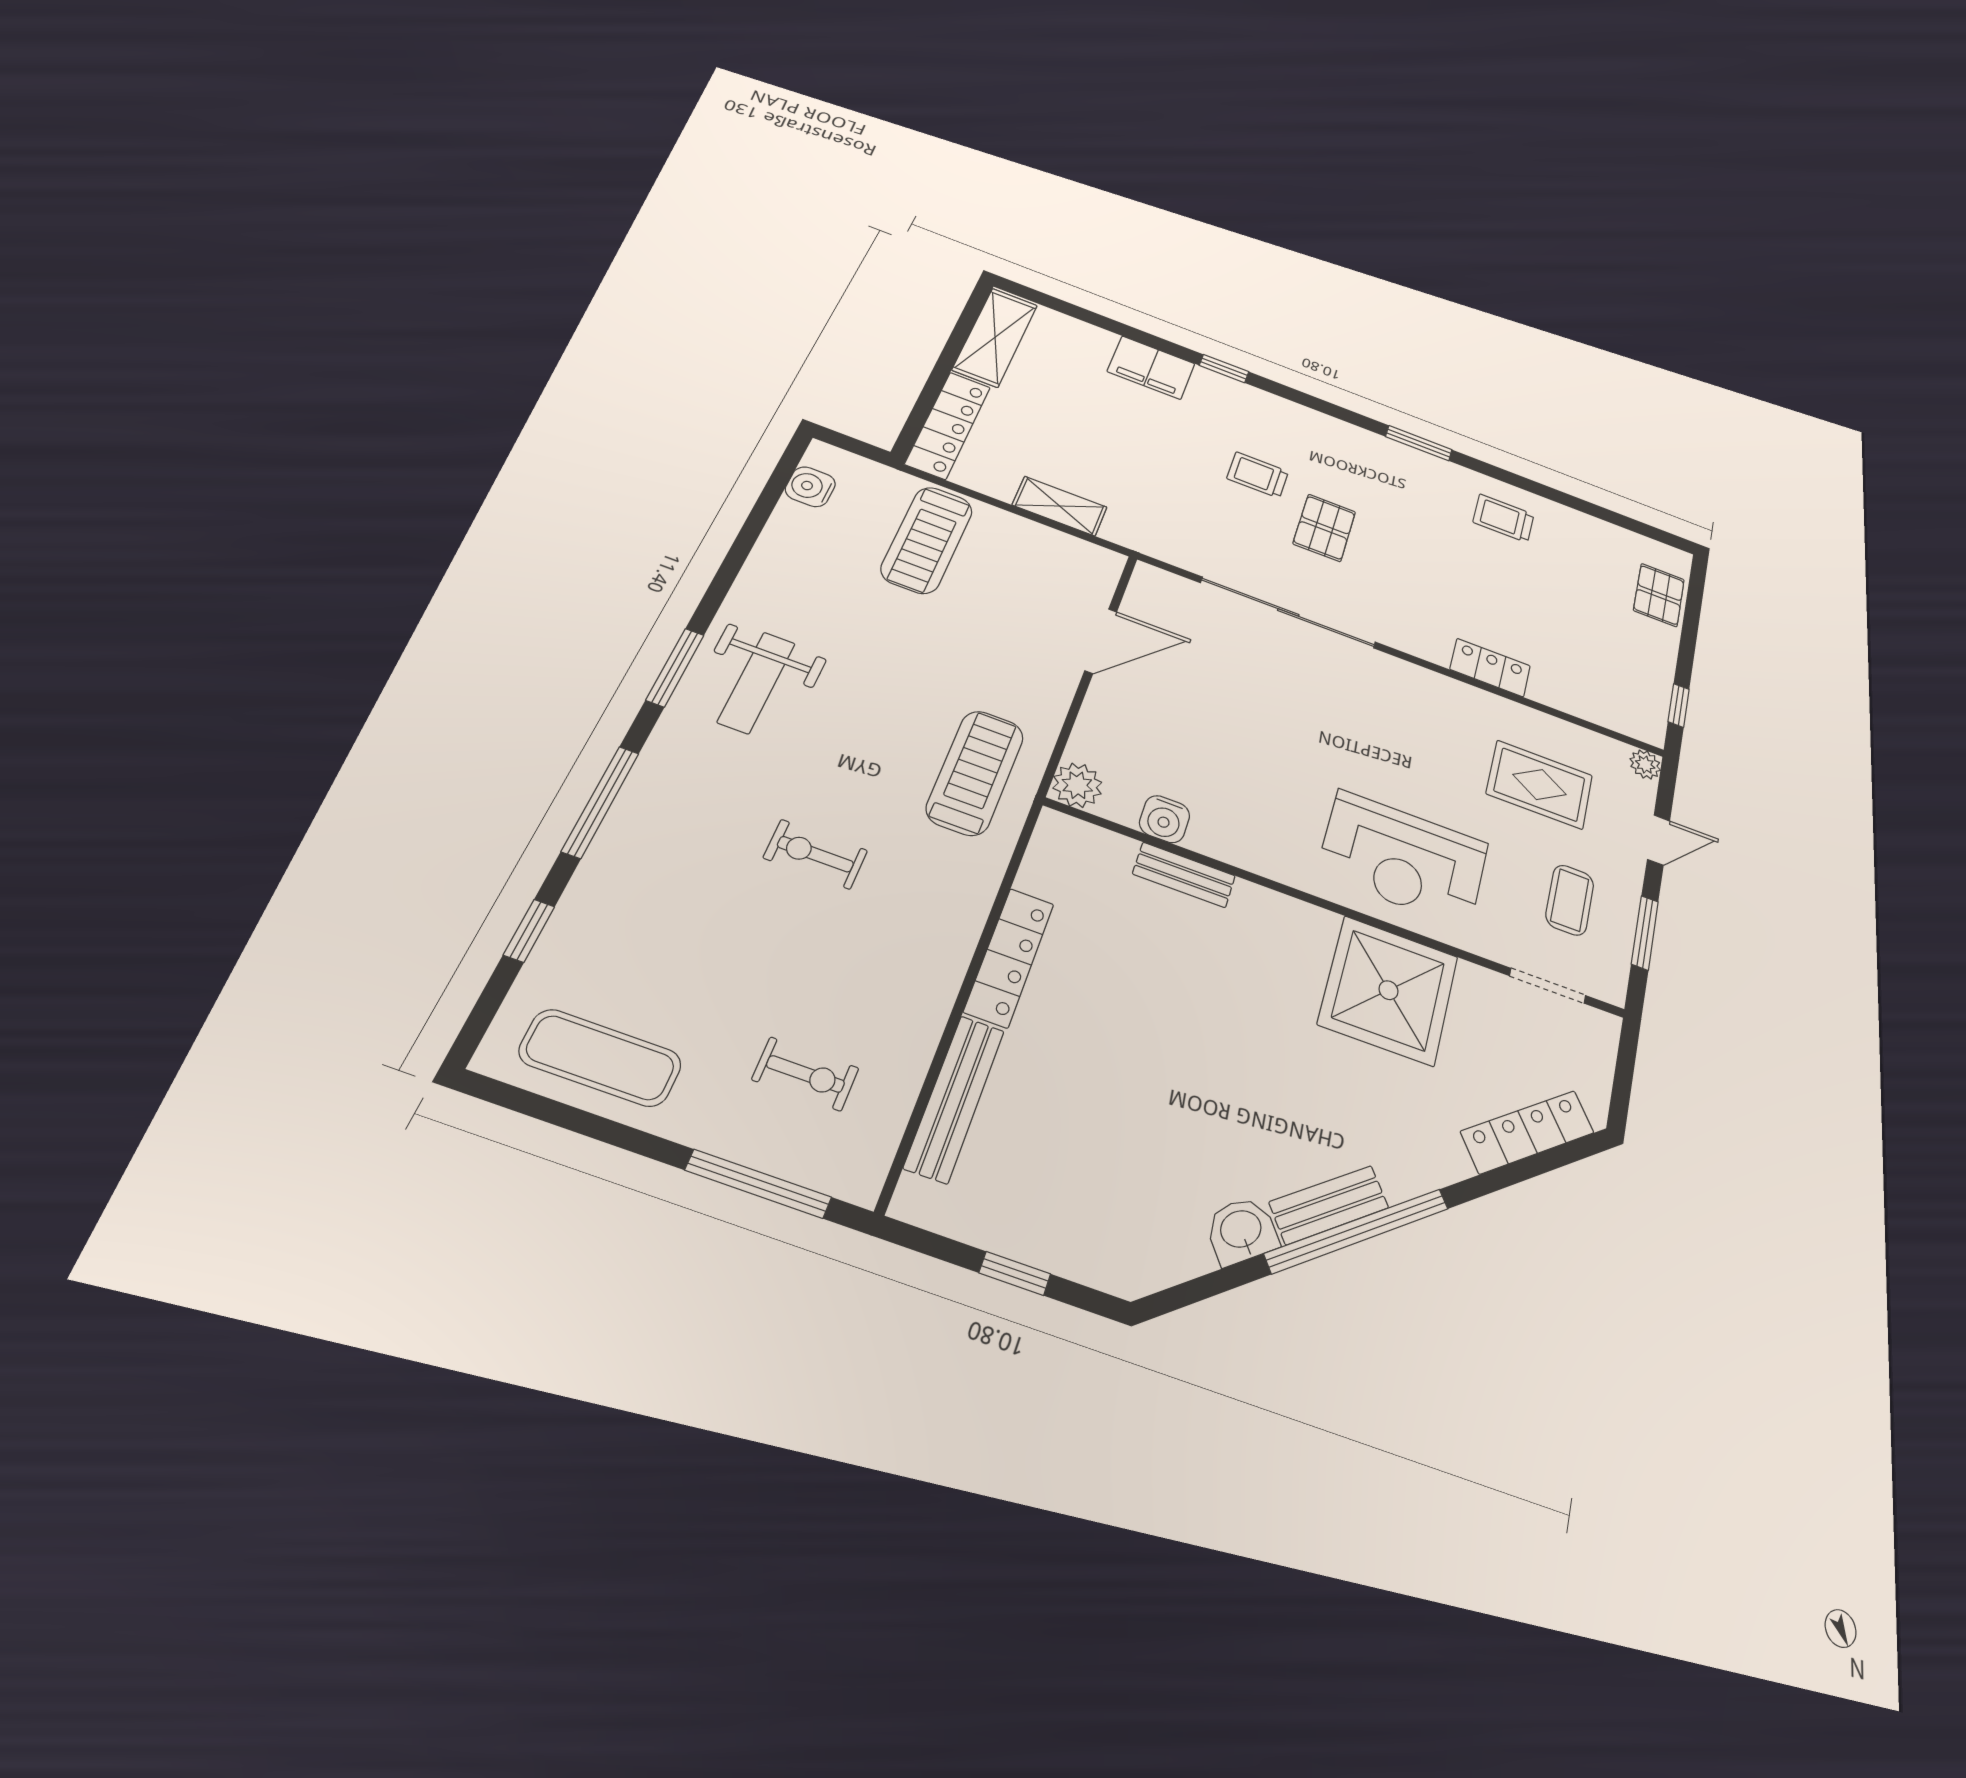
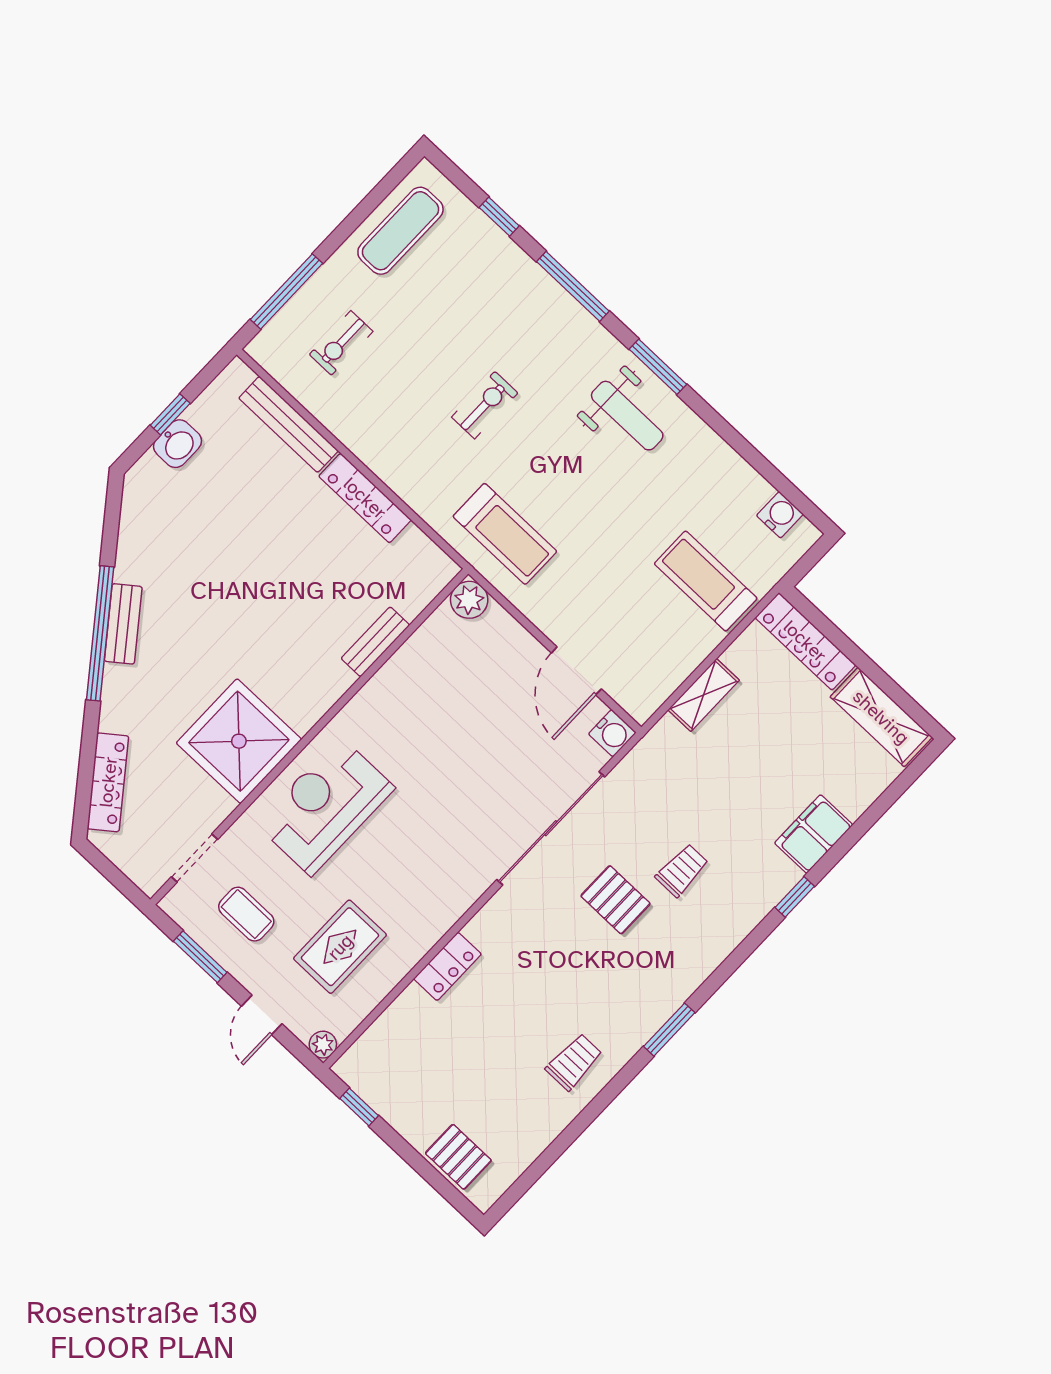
weight bench: (757, 683) -> (627, 416), turned 180
water cooler: (1165, 819) -> (612, 733), moved, turned 180
washbasin: (1241, 1230) -> (178, 444), moved, turned 38

